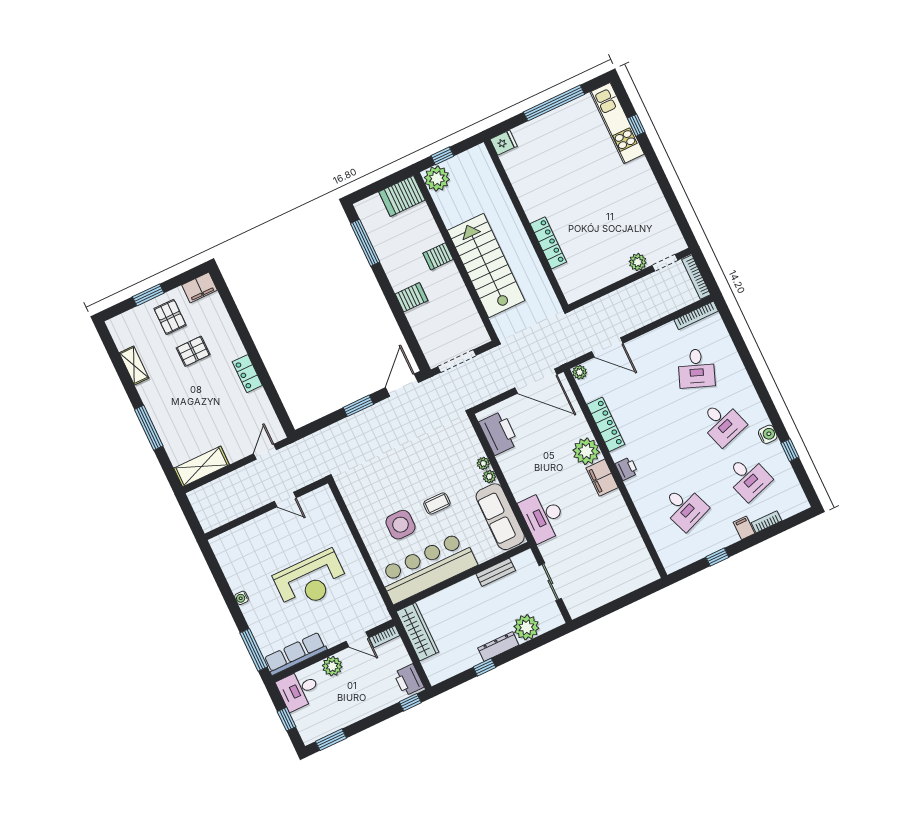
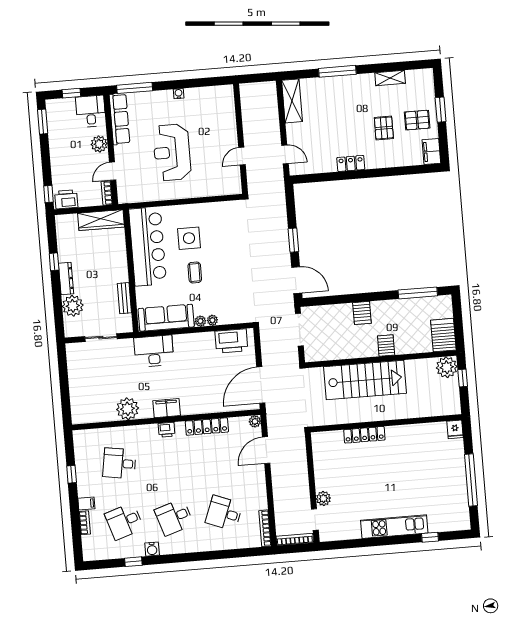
kitchen unit: (617, 123) -> (394, 527), moved
plant: (586, 451) -> (128, 409), moved
desk: (685, 508) -> (119, 463), turned 30

